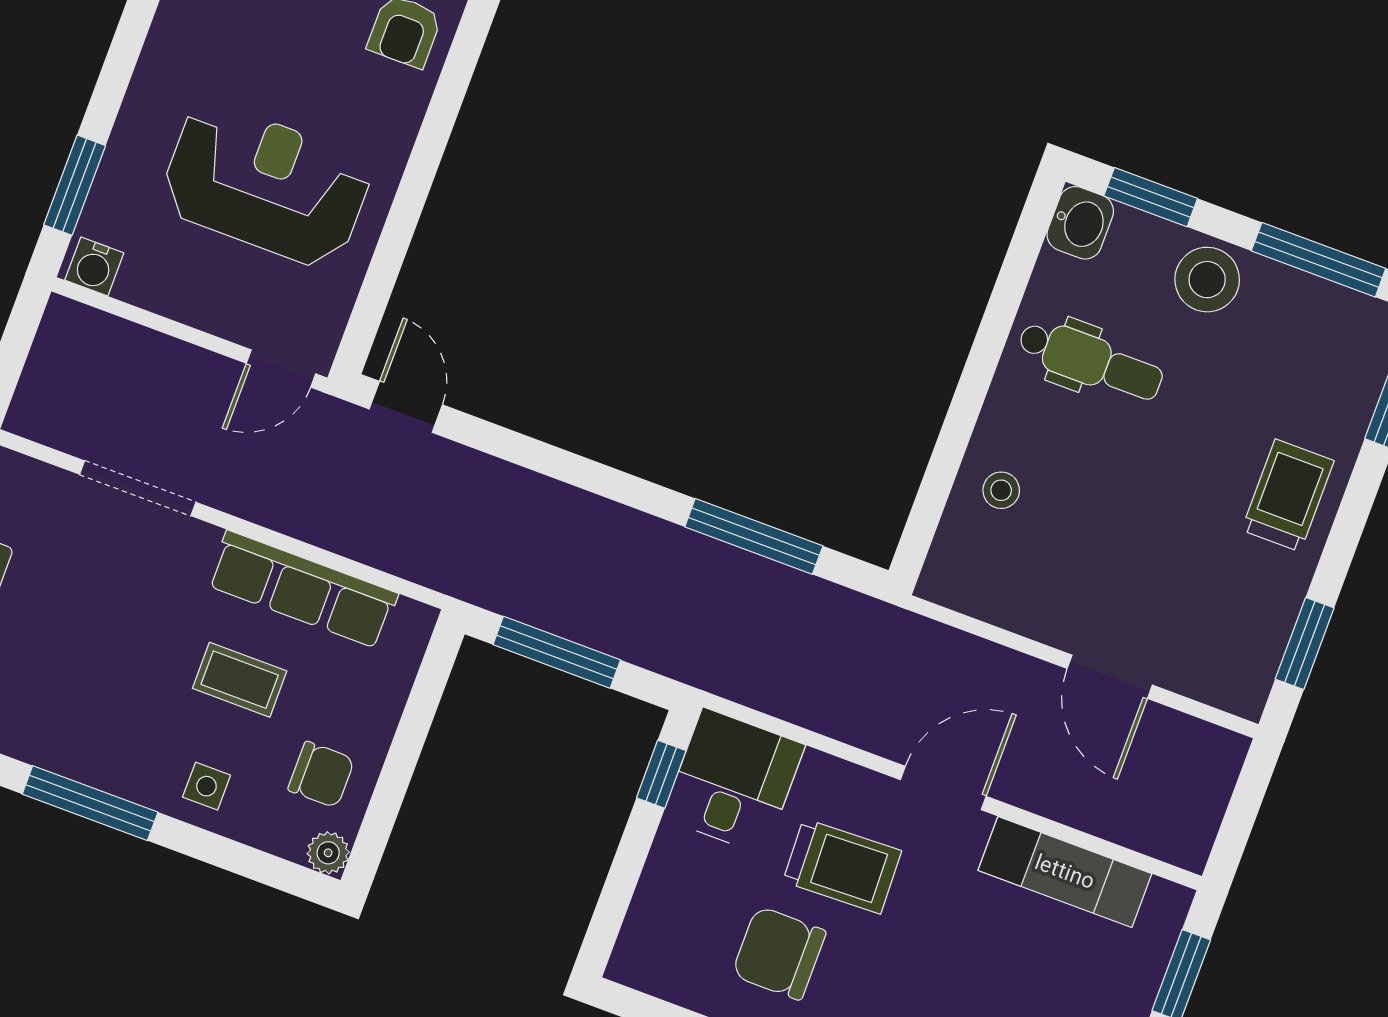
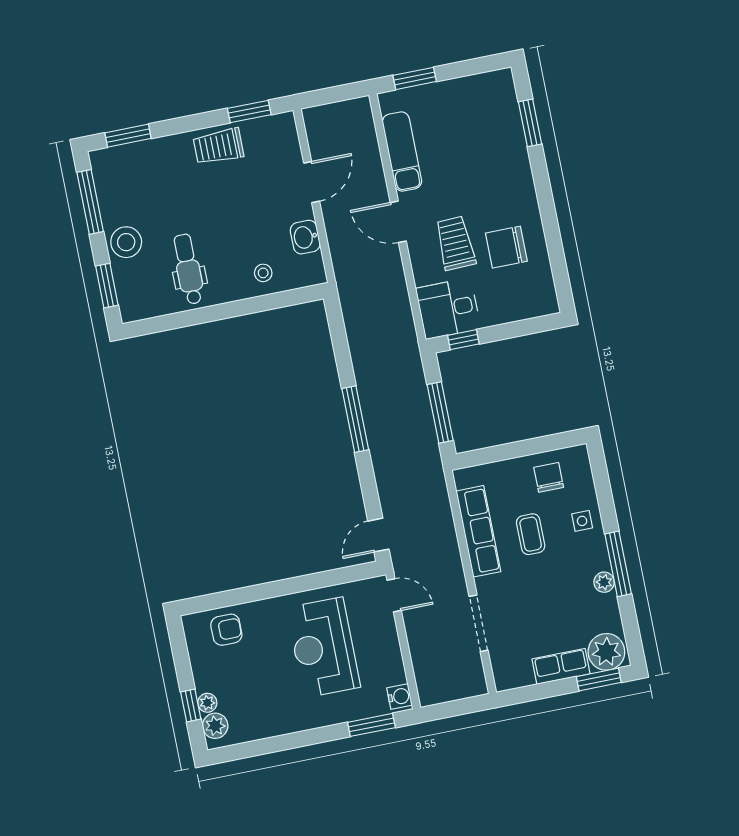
washbasin: (1080, 223) -> (305, 237), moved, turned -90
trolley: (1288, 495) -> (218, 146), moved
window: (754, 536) -> (355, 419), moved
plant: (328, 853) -> (604, 582), moved
chair: (779, 953) -> (506, 247), turned 90

